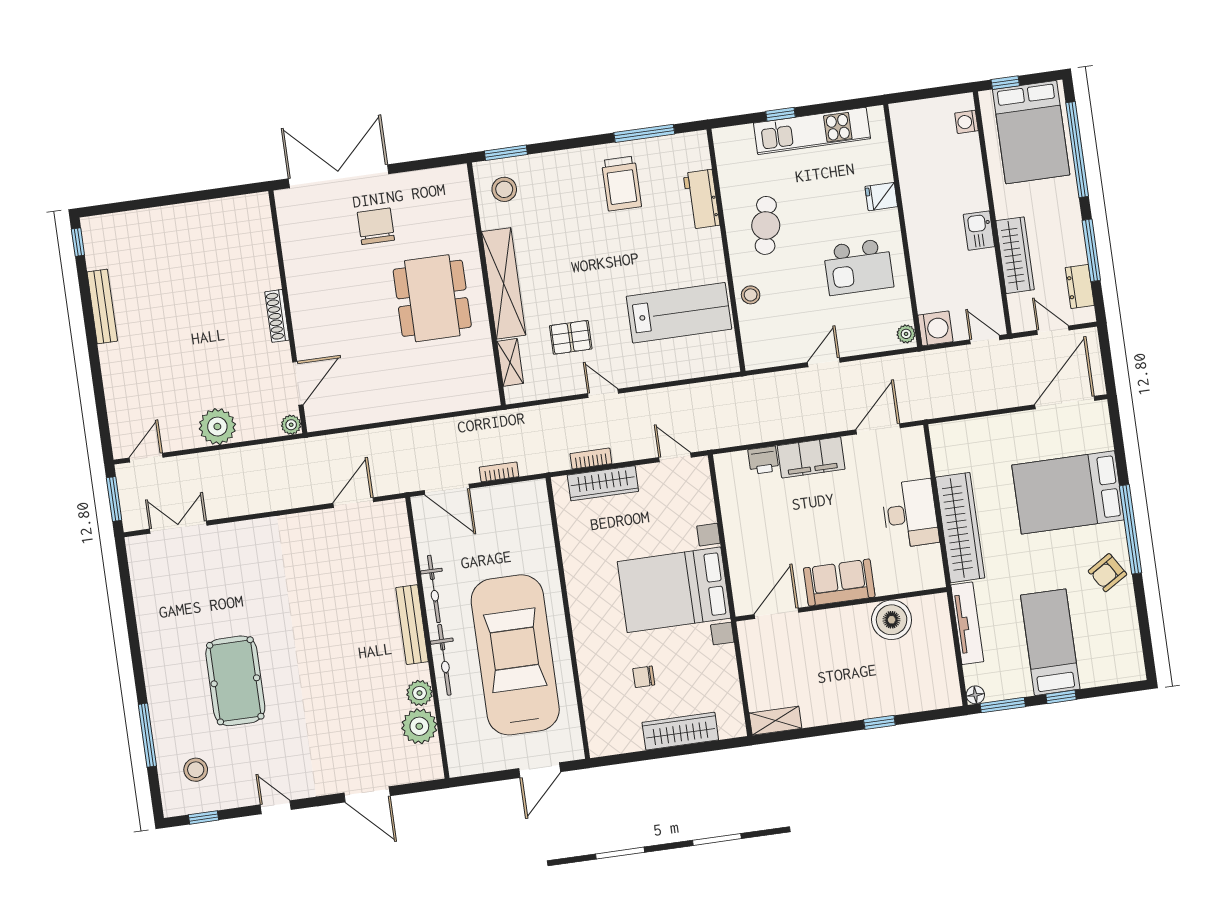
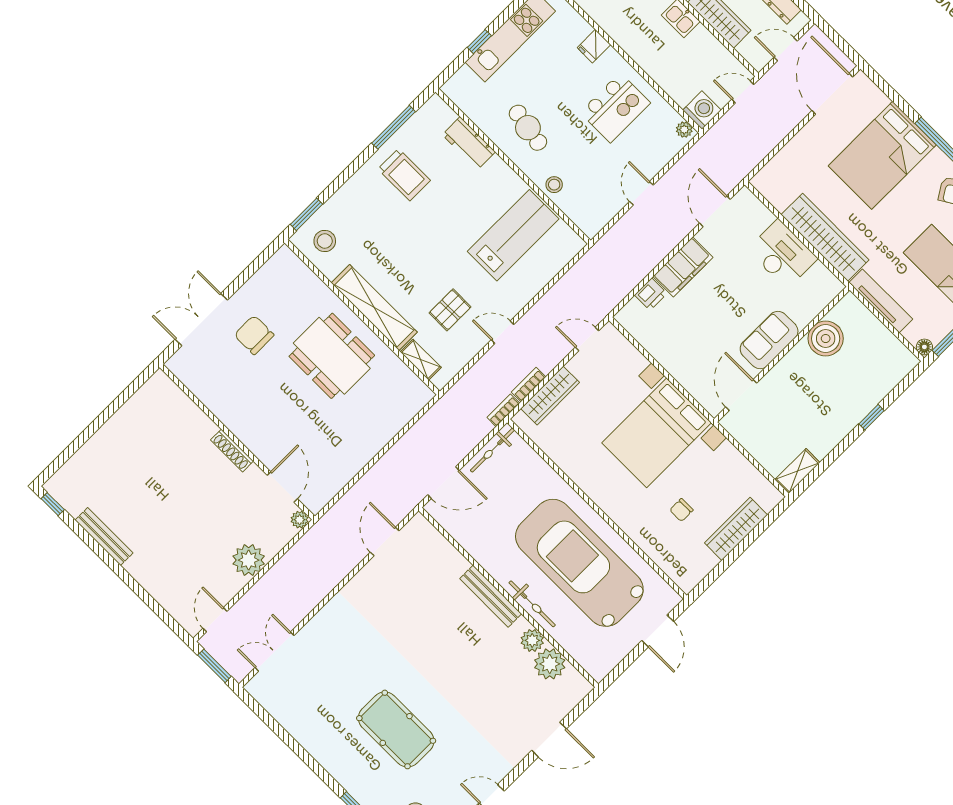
double door: (339, 176) -> (201, 320), width x0.73
bookcase: (499, 472) -> (503, 410), moved
bicycle: (434, 589) -> (492, 450), moved, turned 90

